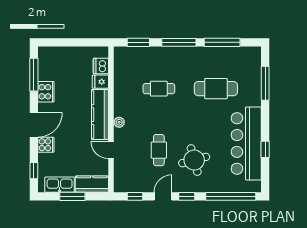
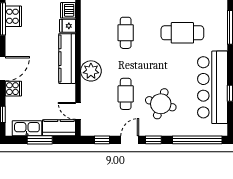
cafe table: (159, 89) -> (126, 33), turned 90
cooker: (46, 92) -> (13, 16), moved
plant: (119, 122) -> (91, 71), width x1.88, depth x1.88
door: (111, 150) -> (78, 111), moved
round table: (194, 160) -> (161, 104), turned 32

